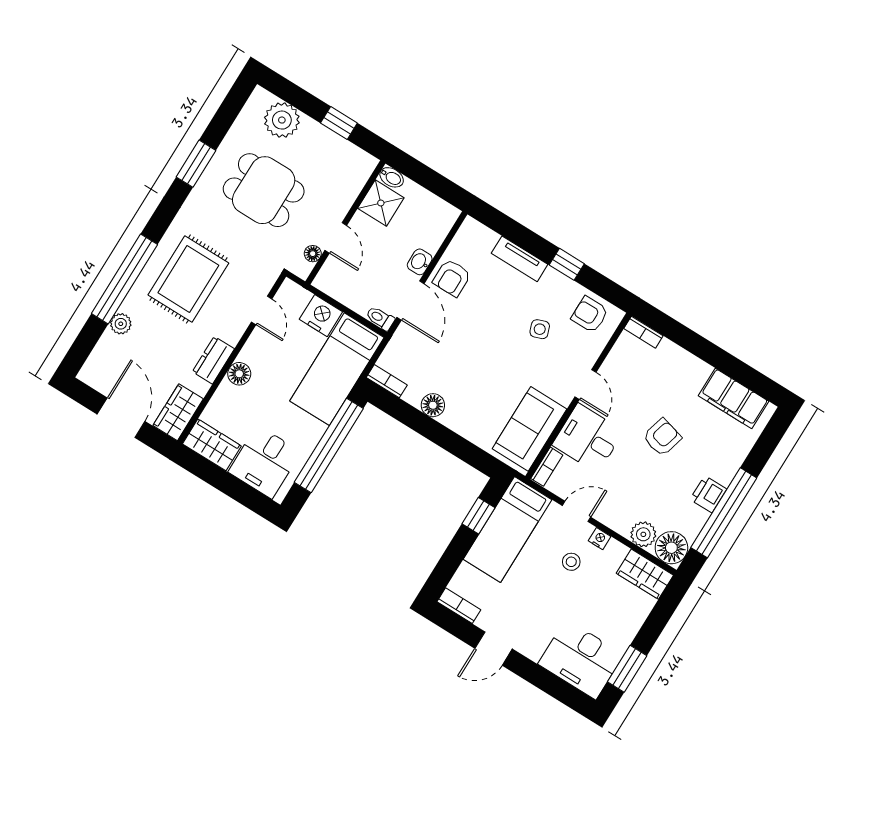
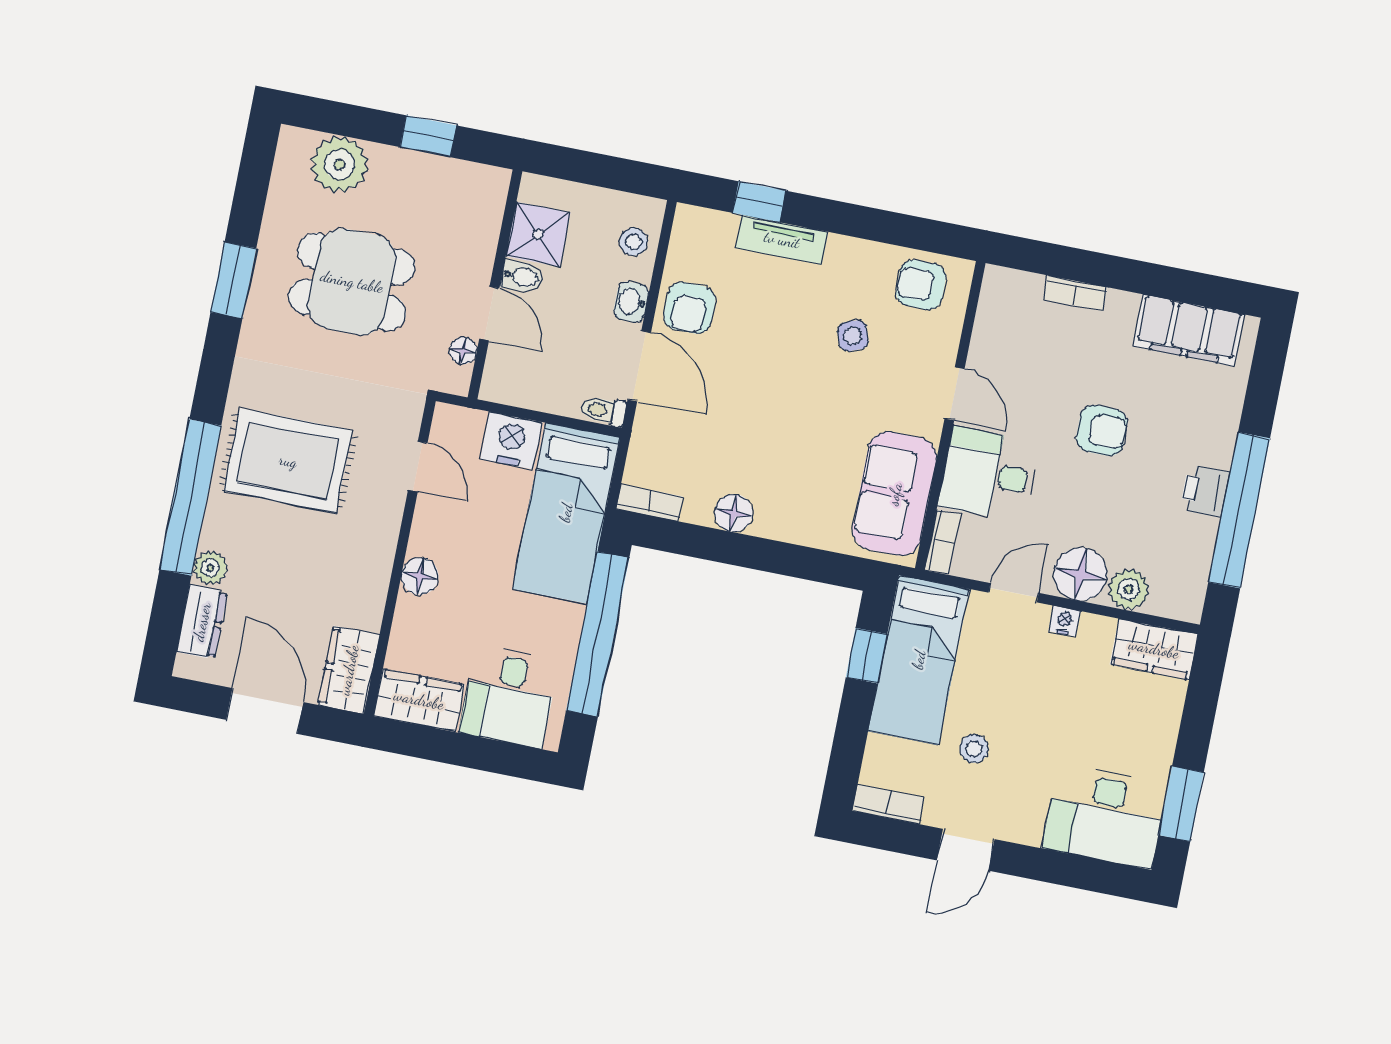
bidet: (392, 177) -> (522, 277), moved
stool: (434, 228) -> (634, 242), added
window: (567, 264) -> (759, 202), moved
rug: (188, 279) -> (288, 461), turned 90
bookcase: (643, 332) -> (1075, 293), moved
dresser: (213, 360) -> (202, 622), moved, turned 180
armchair: (662, 437) -> (1102, 431), turned 75
floor lamp: (671, 548) -> (1080, 574), moved
stool: (571, 562) -> (974, 749), moved

